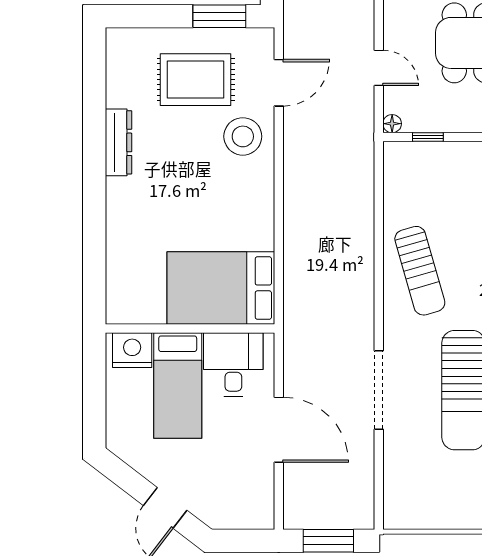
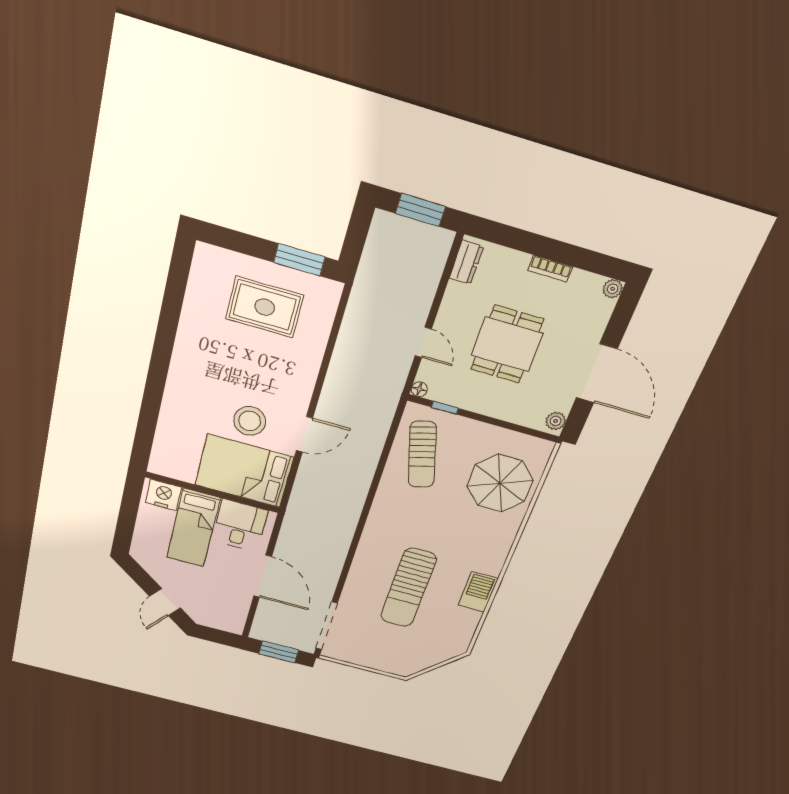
door: (279, 83) -> (304, 434), moved
stool: (243, 136) -> (250, 421), moved
dresser: (119, 142) -> (187, 339), removed
sun lounger: (420, 271) -> (422, 455), moved
doorway: (379, 390) -> (327, 626), moved

